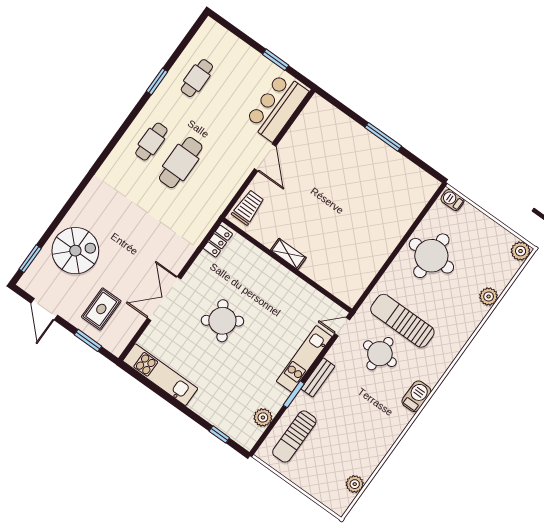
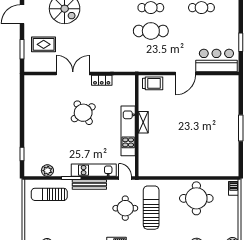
locker: (218, 241) -> (102, 80), moved
kitchen unit: (160, 375) -> (128, 131), moved, turned 180
bench: (318, 377) -> (89, 184), width x1.36

